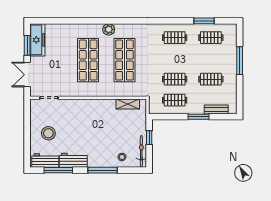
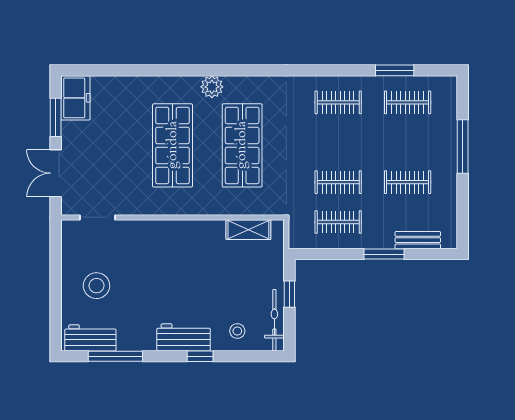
freezer: (37, 40) -> (75, 98), width x0.71
workbench: (73, 160) -> (184, 337), moved
window: (102, 170) -> (200, 356), width x0.46

